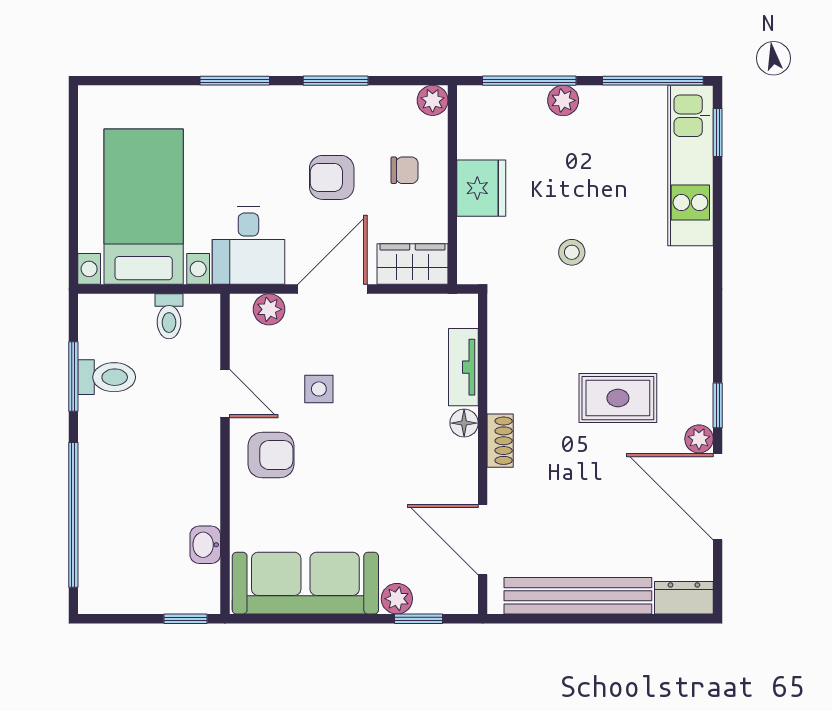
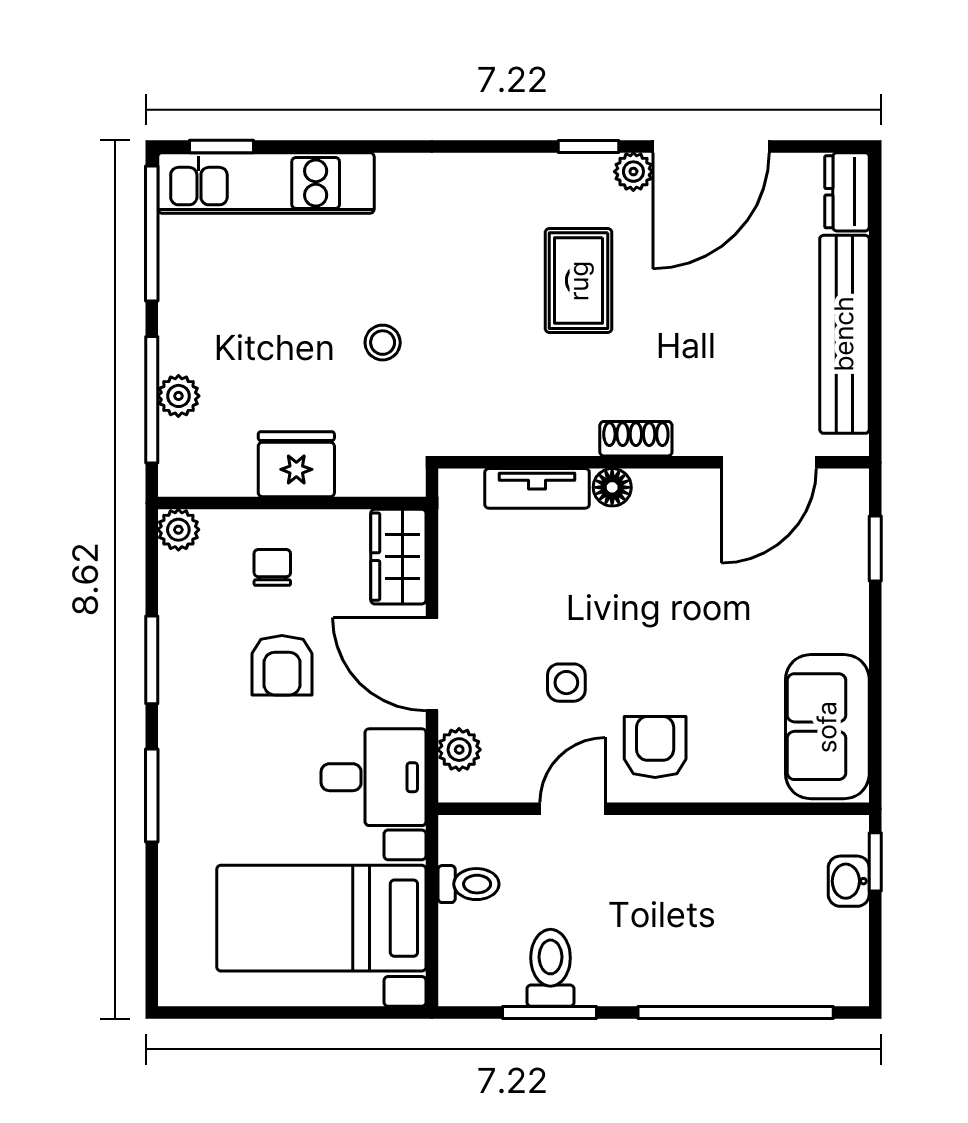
plant: (563, 100) -> (178, 396), moved
washbasin: (205, 545) -> (849, 881), moved, turned 90
sofa: (305, 583) -> (827, 727), width x0.73
plant: (397, 599) -> (848, 578), removed

